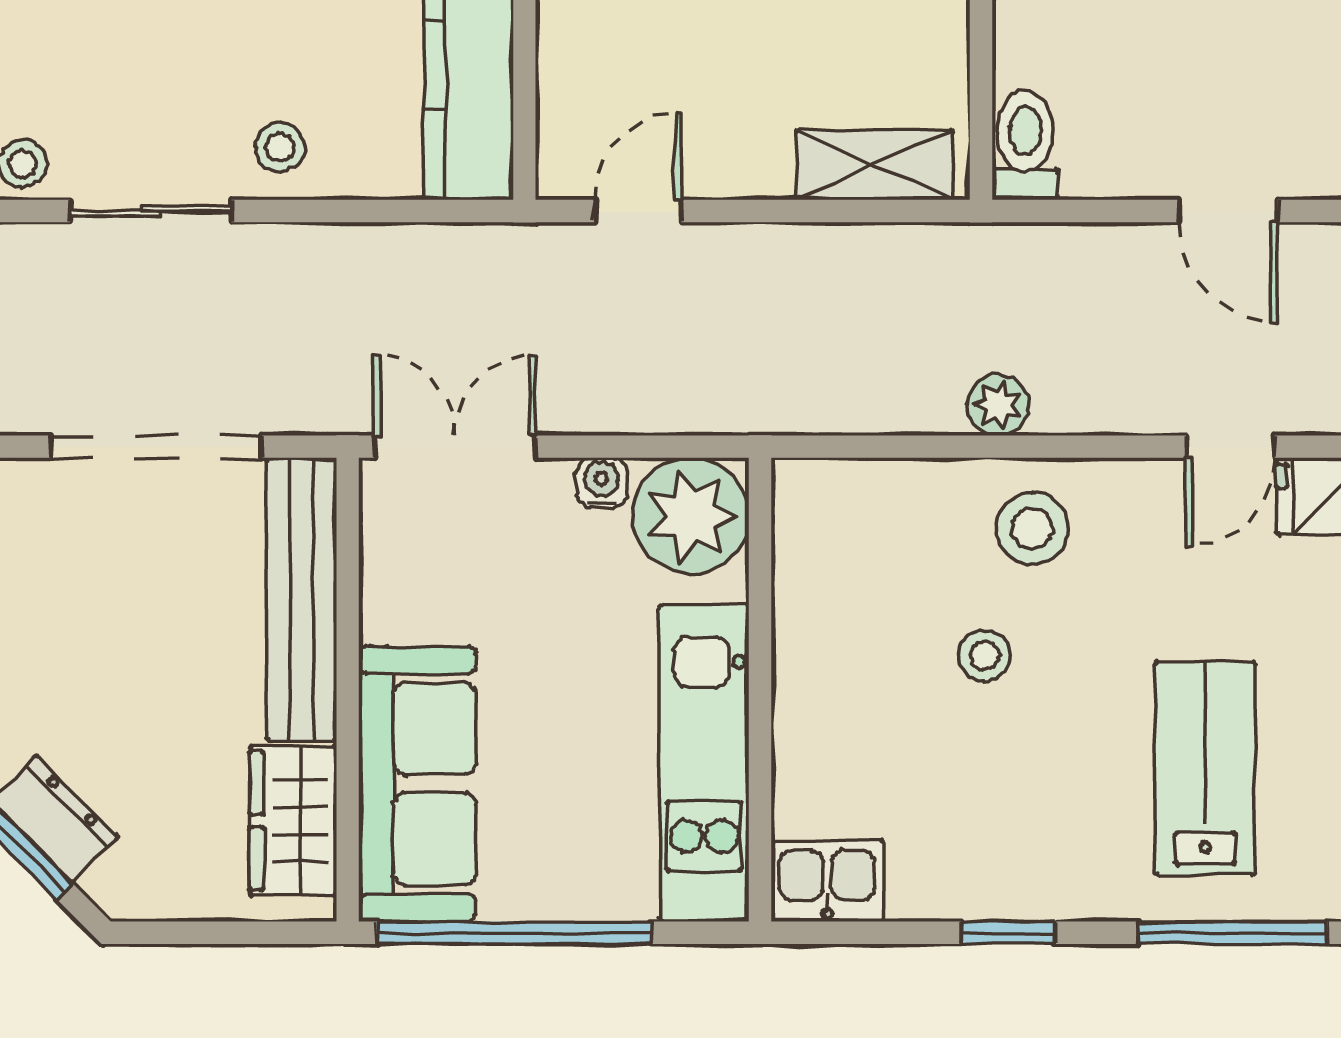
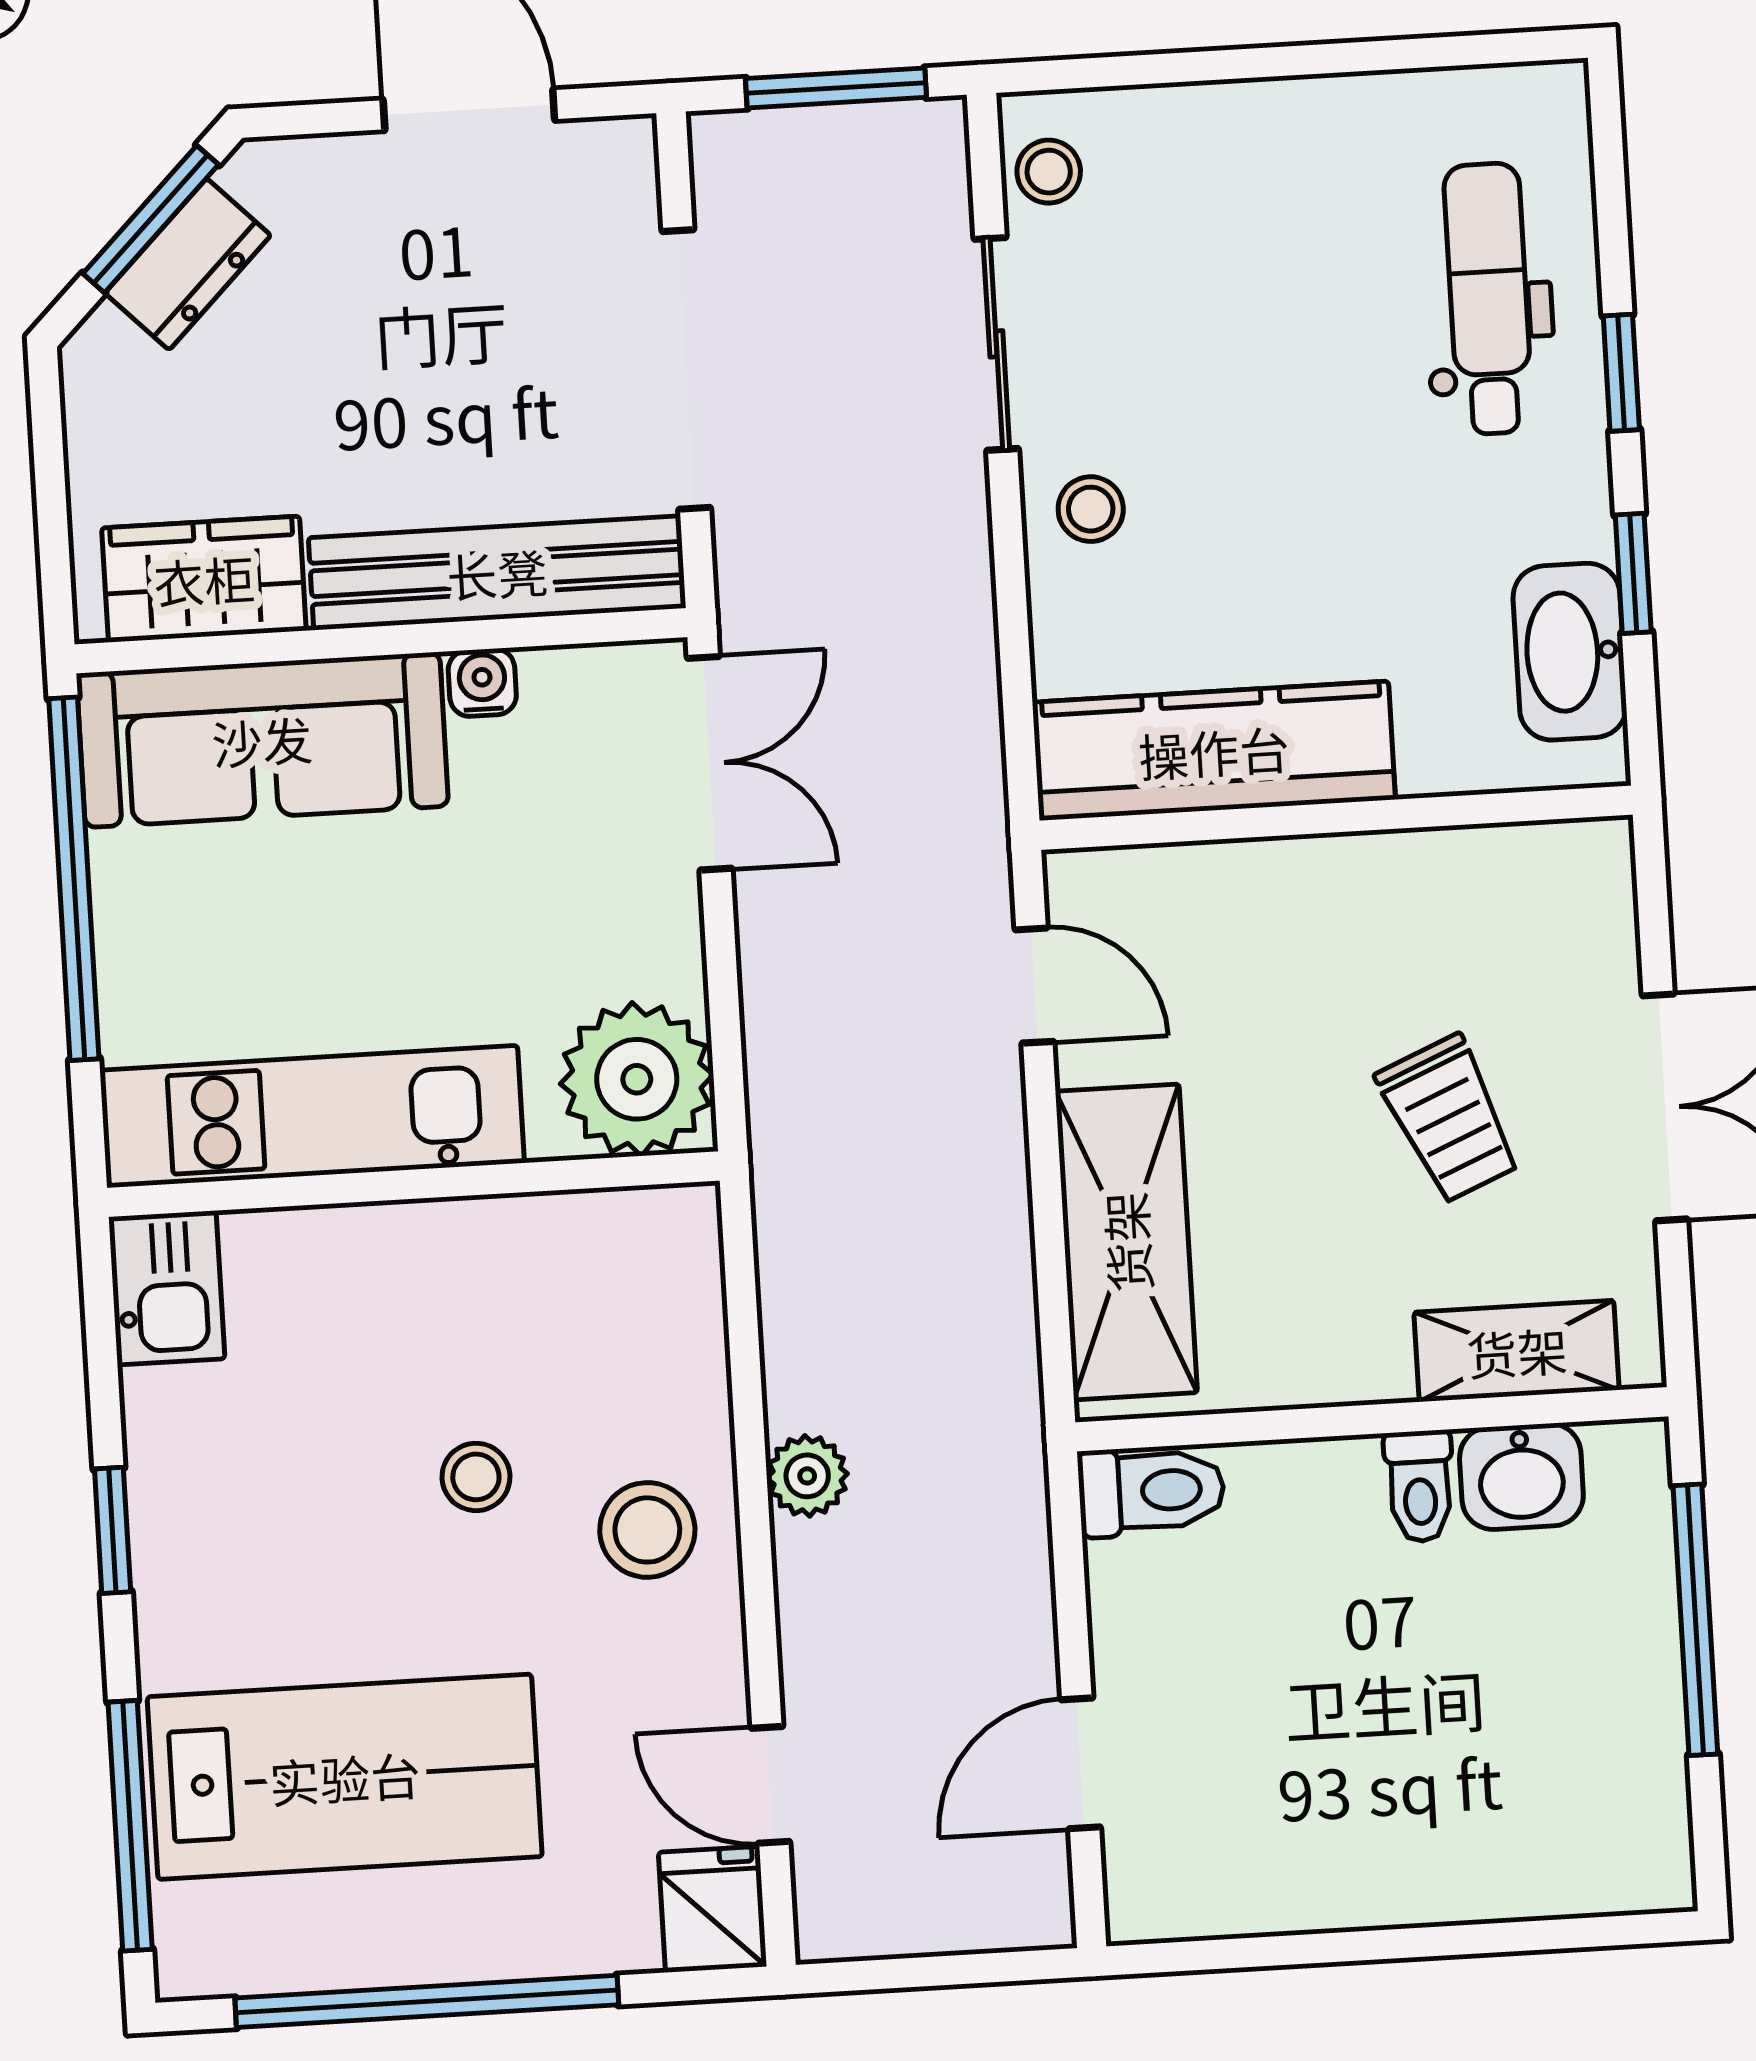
shelving: (875, 165) -> (1126, 1242), width x1.50, depth x1.33
water cooler: (601, 483) -> (482, 683), moved, turned -90
lab bench: (1205, 768) -> (345, 1777), width x1.36, depth x1.39

